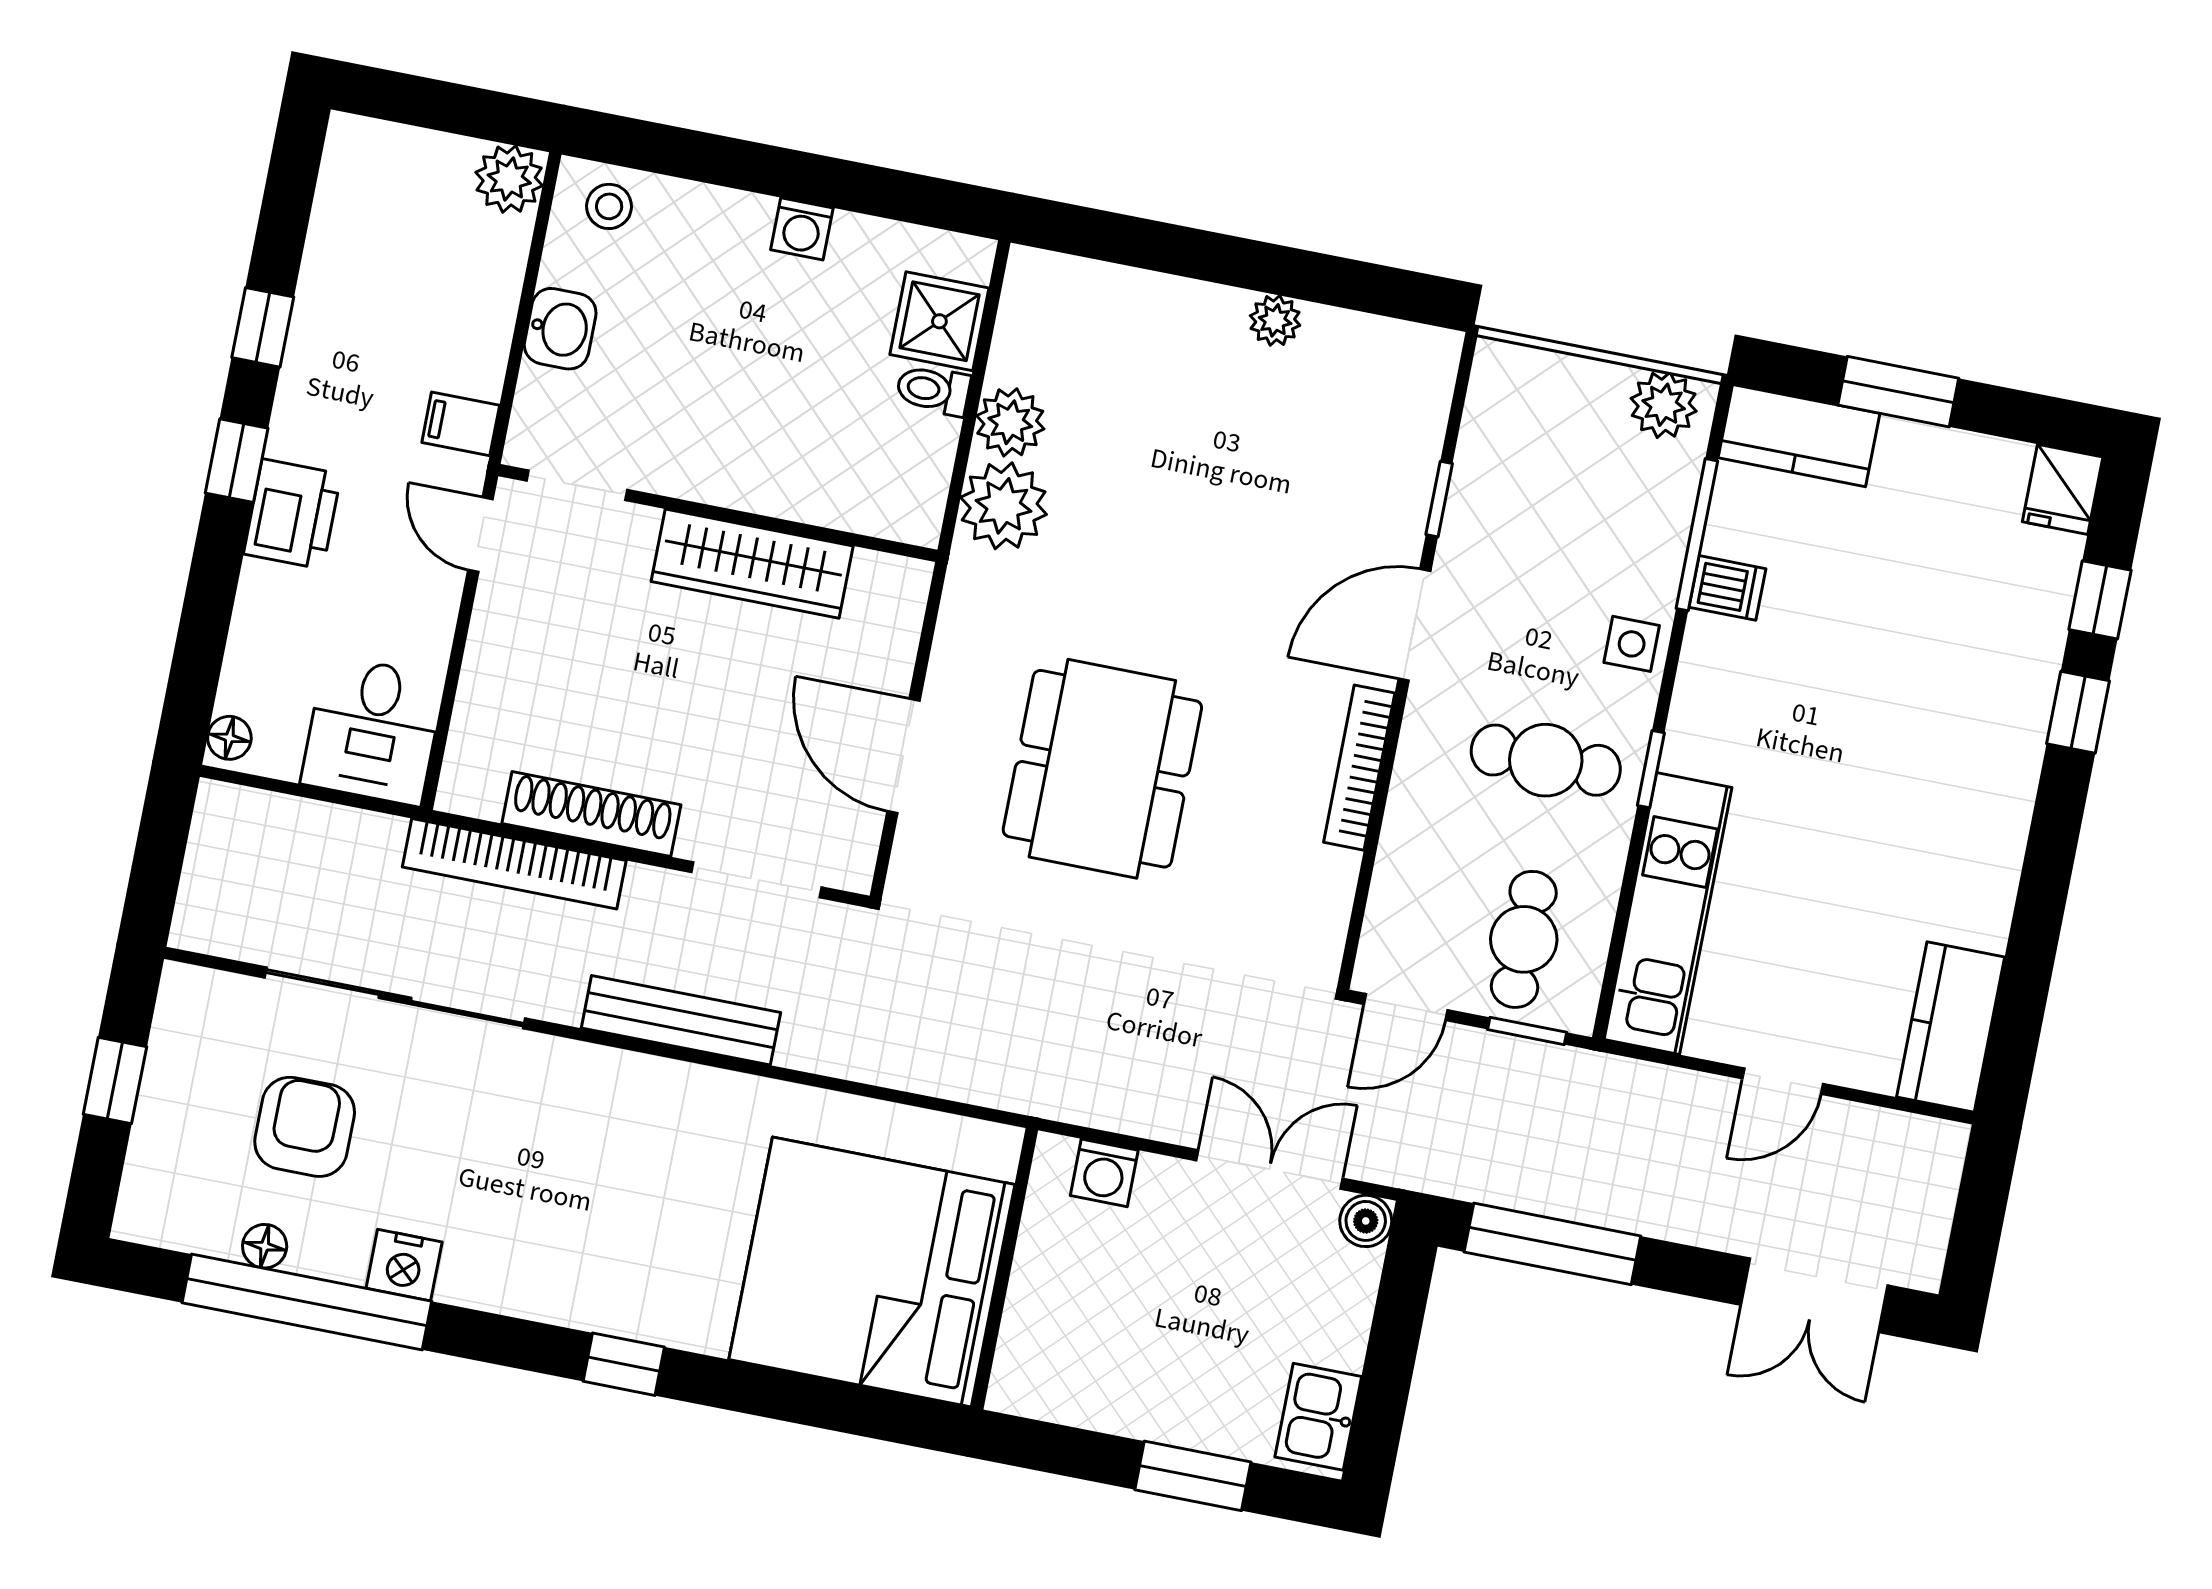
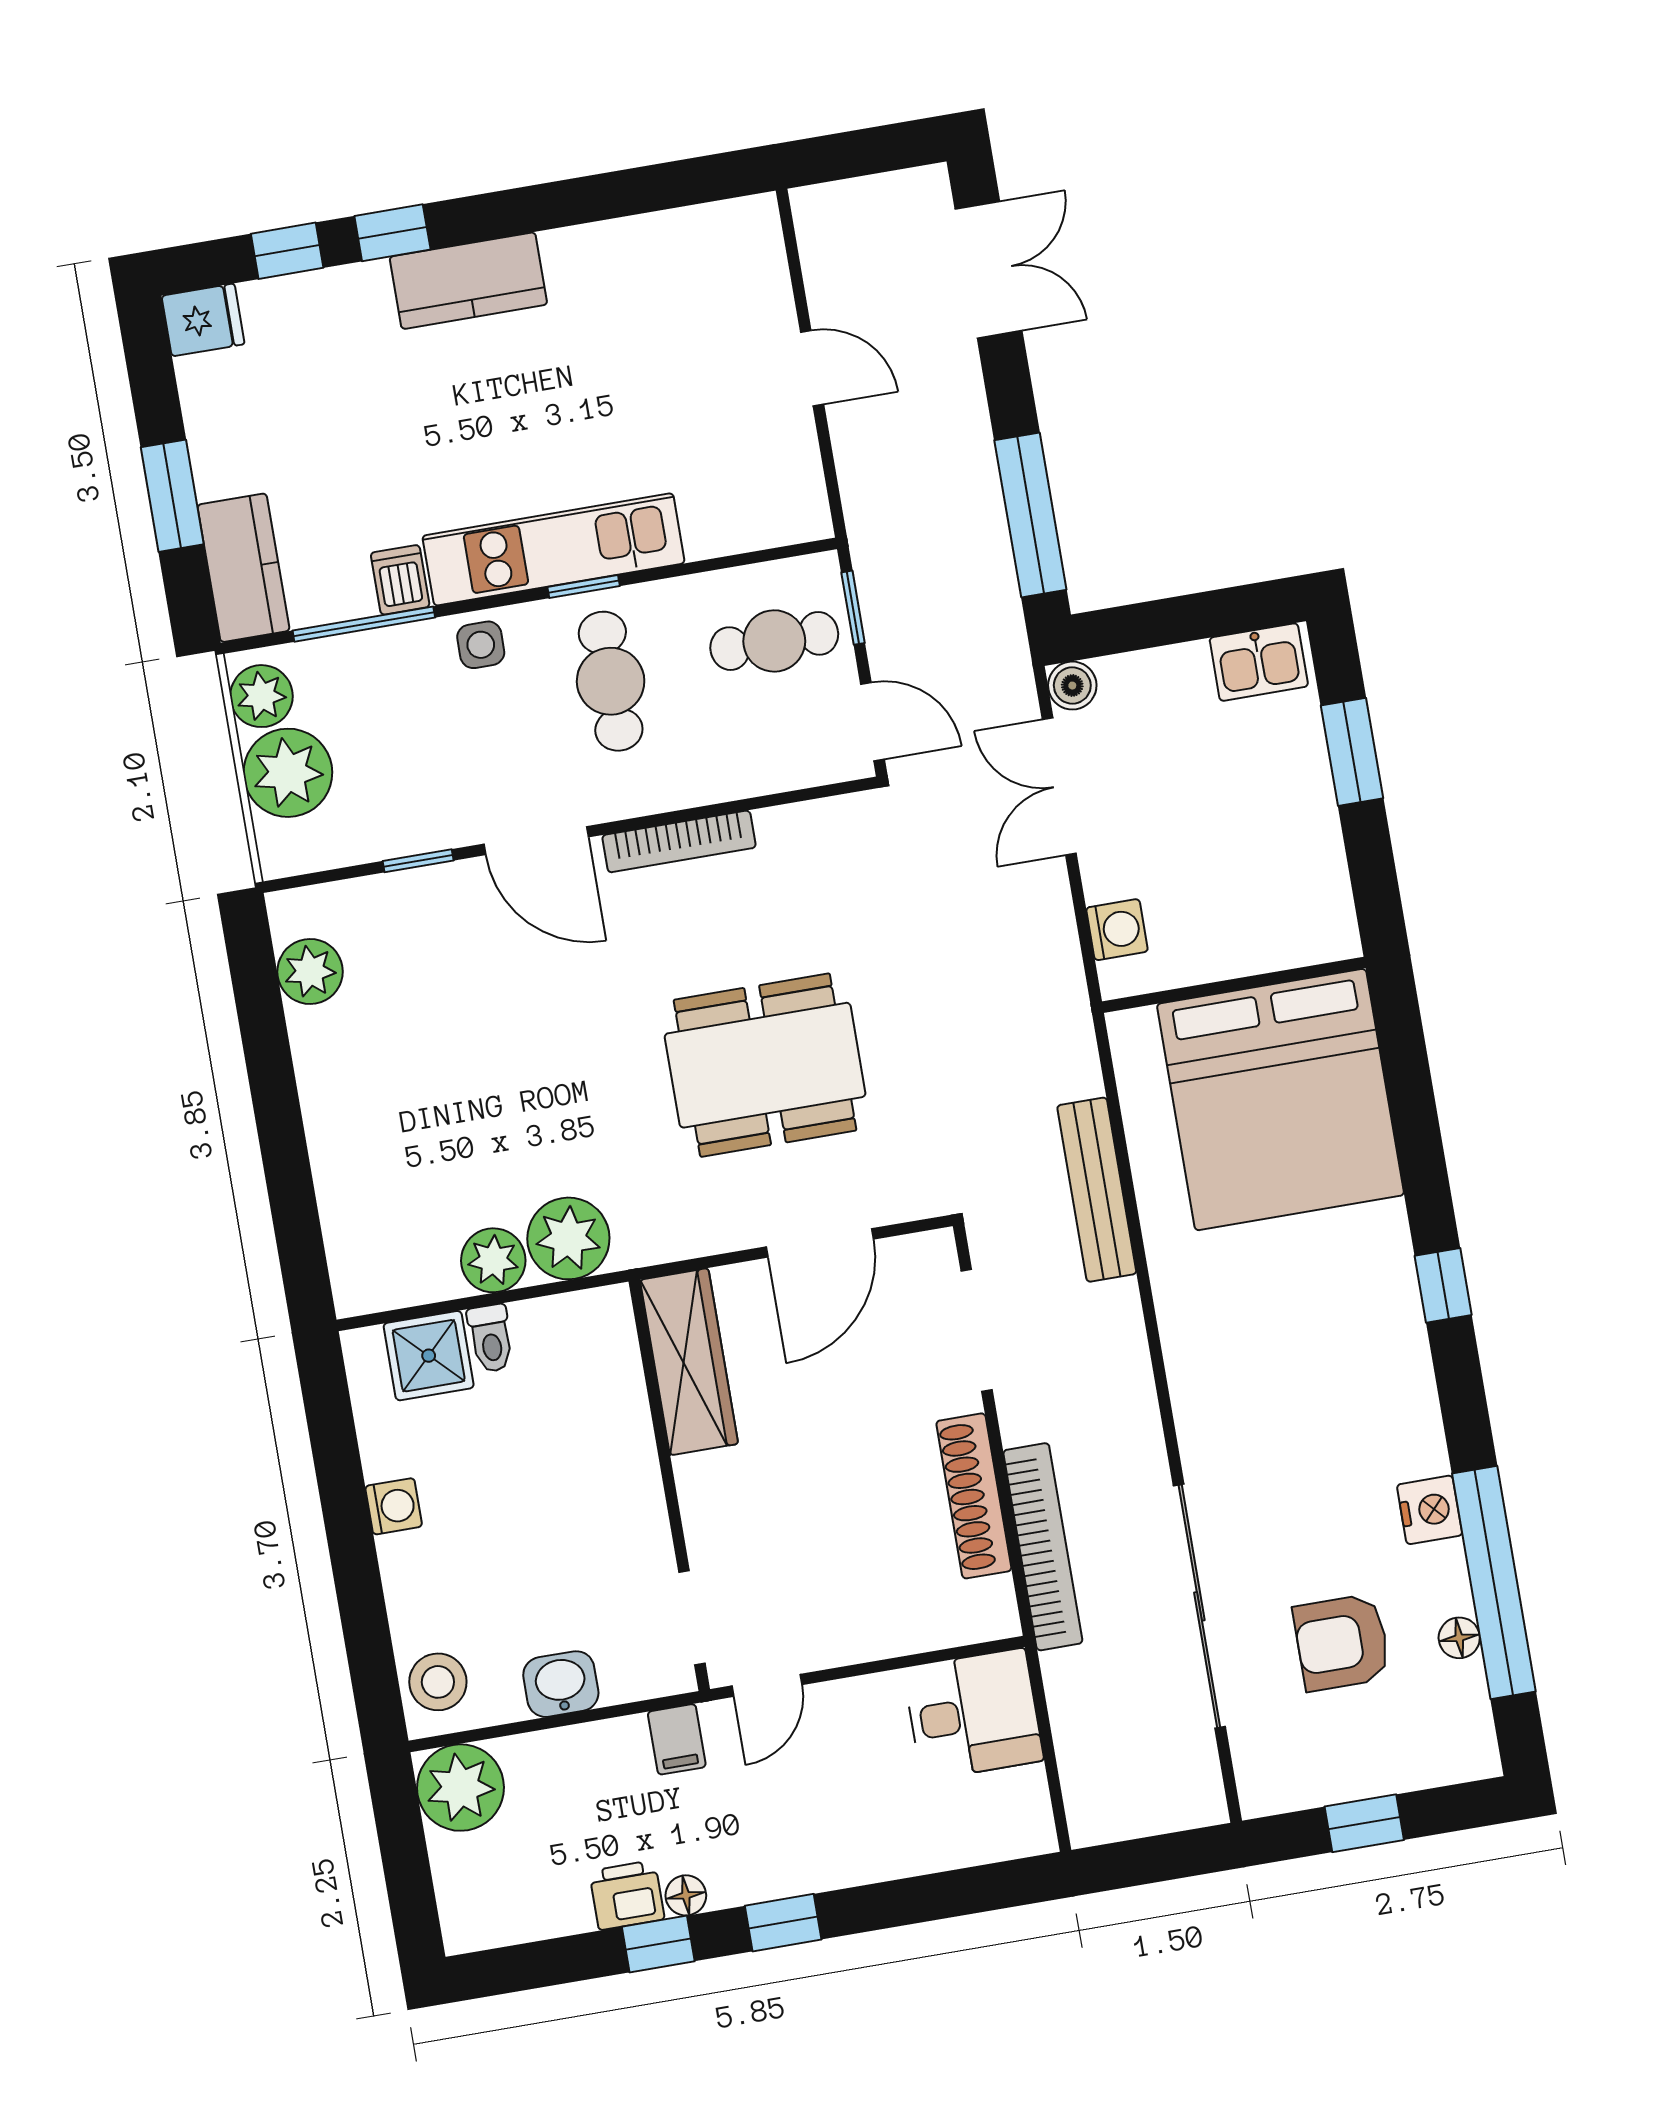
plant: (509, 179) -> (460, 1788), width x1.36, depth x1.36
stool: (609, 206) -> (438, 1682), width x1.37, depth x1.37
plant: (1275, 320) -> (310, 971), moved, width x1.38, depth x1.38
plant: (1577, 402) -> (288, 773), added
printer: (292, 514) -> (627, 1895), moved, width x0.73, depth x0.81
wardrobe: (752, 564) -> (689, 1362), moved
floor lamp: (229, 738) -> (686, 1895), moved
kitchen unit: (1668, 914) -> (554, 549), moved
bench: (681, 1020) -> (1097, 1190), moved
kitchen counter: (1951, 1027) -> (468, 281), moved

